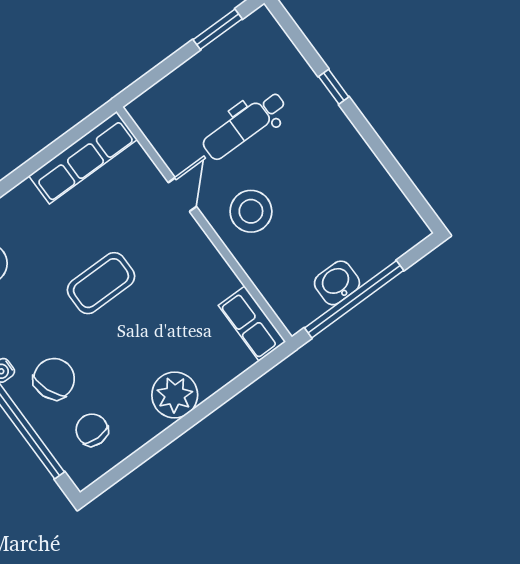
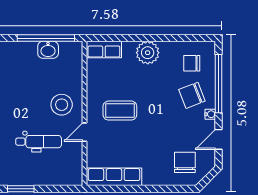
coffee table: (101, 283) -> (120, 111), moved
row of seats: (252, 324) -> (104, 49), moved, turned 90
chair: (92, 430) -> (192, 63), turned 90

